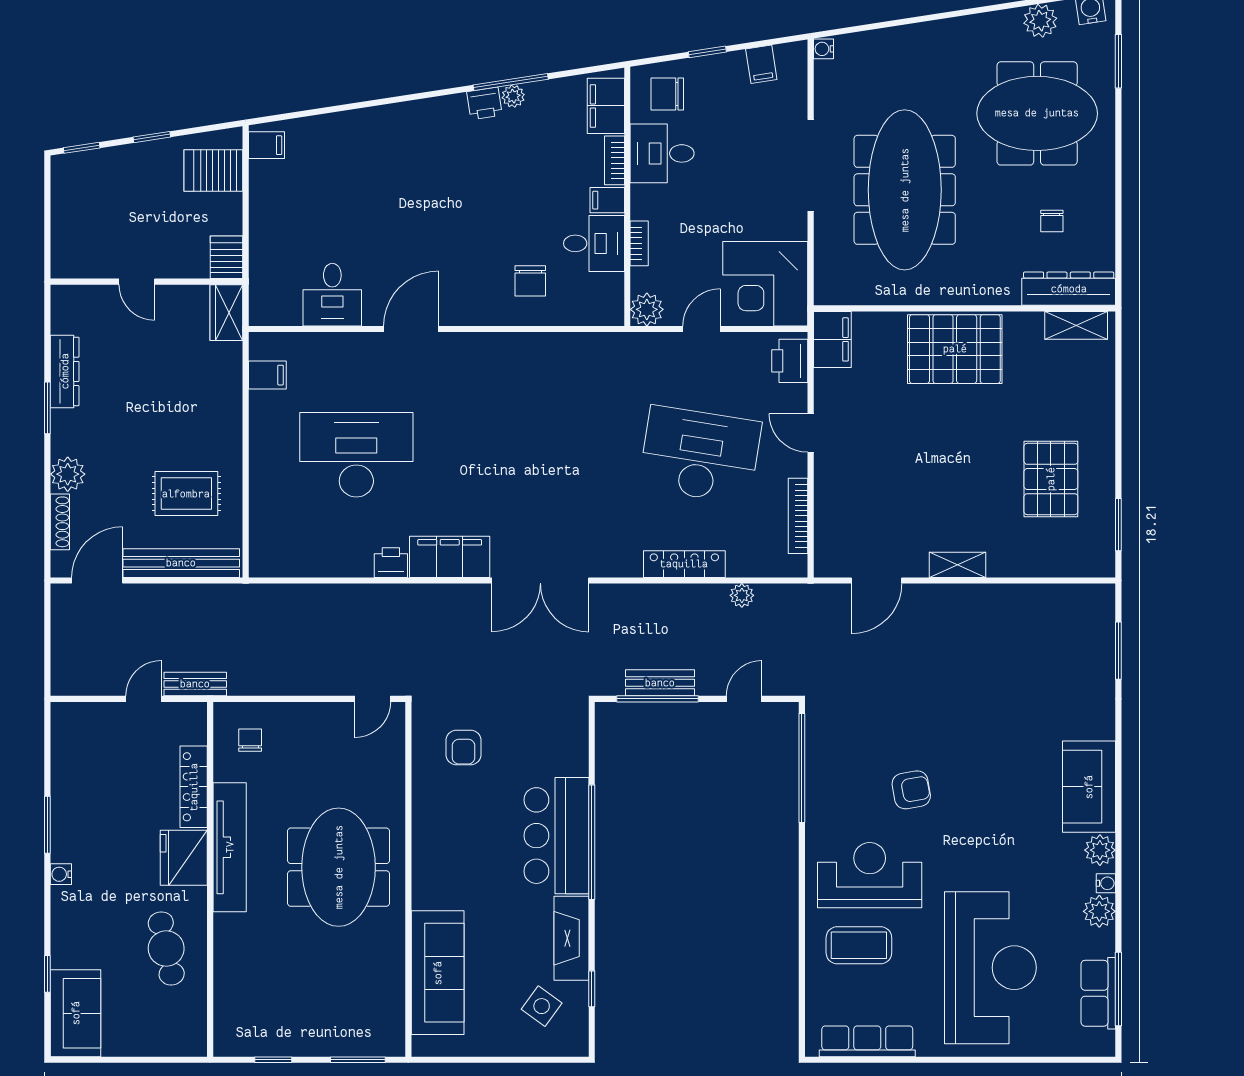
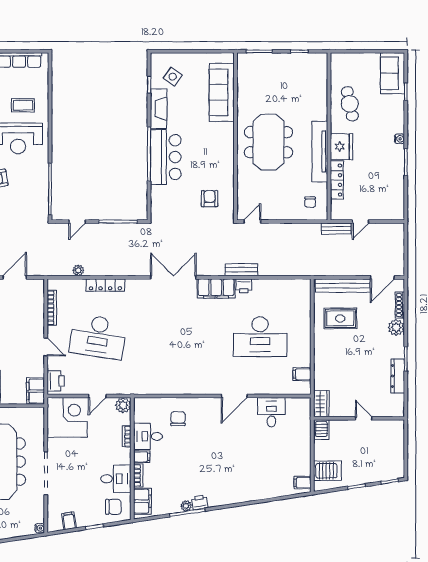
bench: (660, 683) -> (241, 270), moved
coffee table: (859, 945) -> (23, 105), width x0.73, depth x0.77

